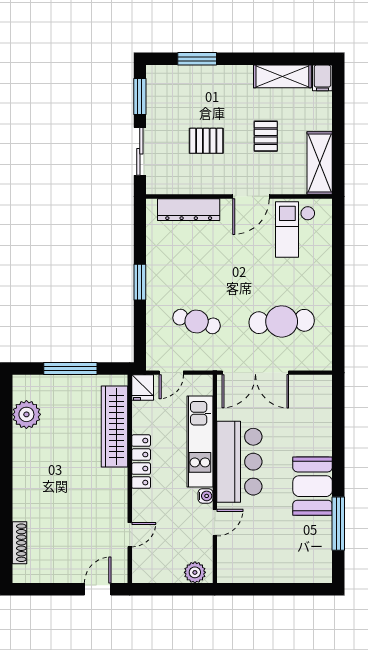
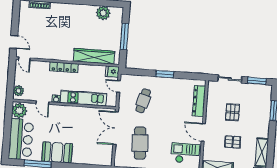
locker: (141, 462) -> (64, 67), moved
bar counter: (239, 462) -> (21, 139), moved, turned -90
door: (130, 535) -> (24, 59), moved
plant: (234, 568) -> (19, 111), added

